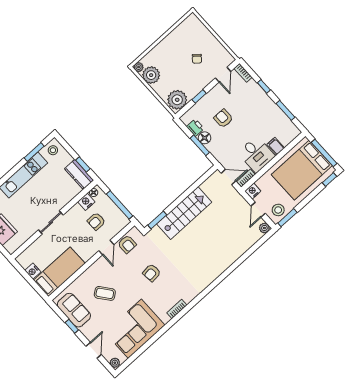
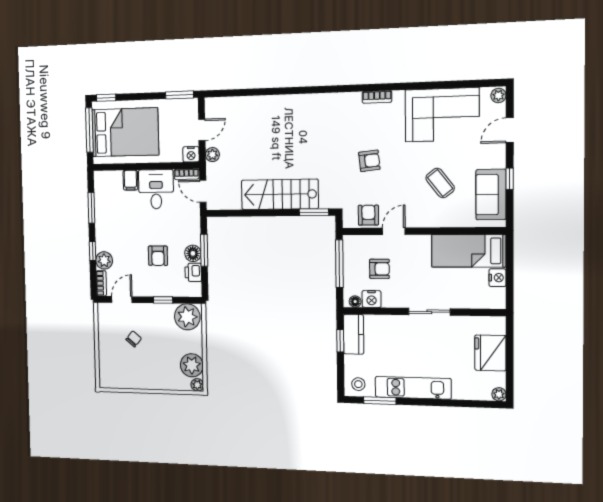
plant: (252, 87) -> (104, 260), added
stool: (278, 210) -> (182, 111), removed
plant: (264, 228) -> (212, 155), moved

